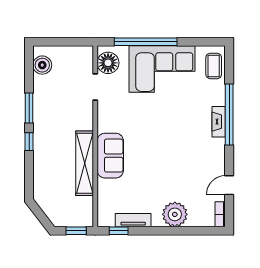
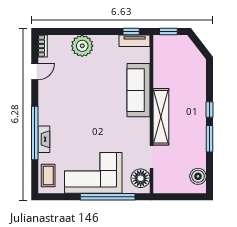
fireplace: (219, 122) -> (44, 139), moved
sofa: (110, 156) -> (139, 90), width x1.36
shelving: (85, 163) -> (161, 117), moved
tv unit: (133, 220) -> (135, 41), moved

